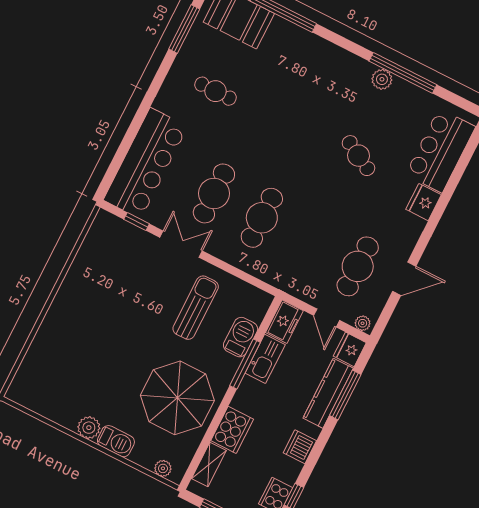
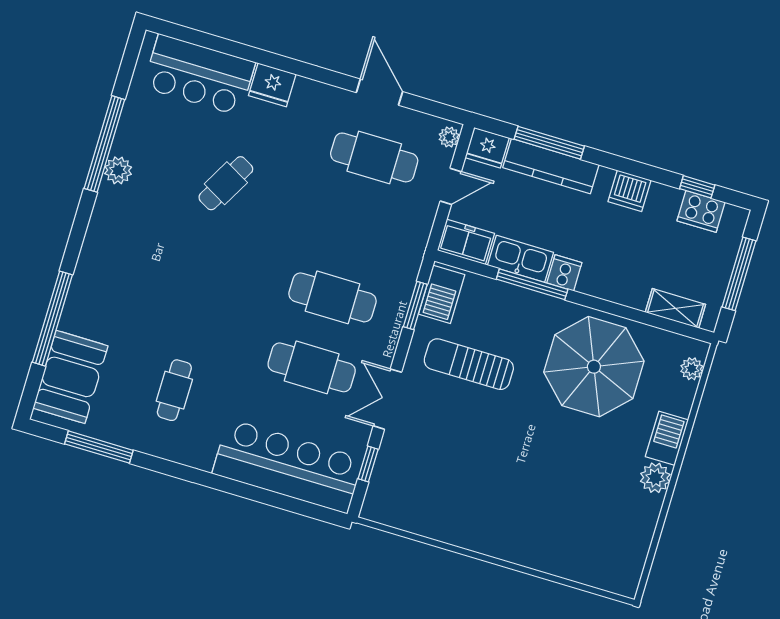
window: (245, 277) -> (415, 306), added
barbecue: (241, 337) -> (442, 294), moved, turned -90
cooker: (232, 430) -> (564, 273), moved, width x0.53, depth x0.76

